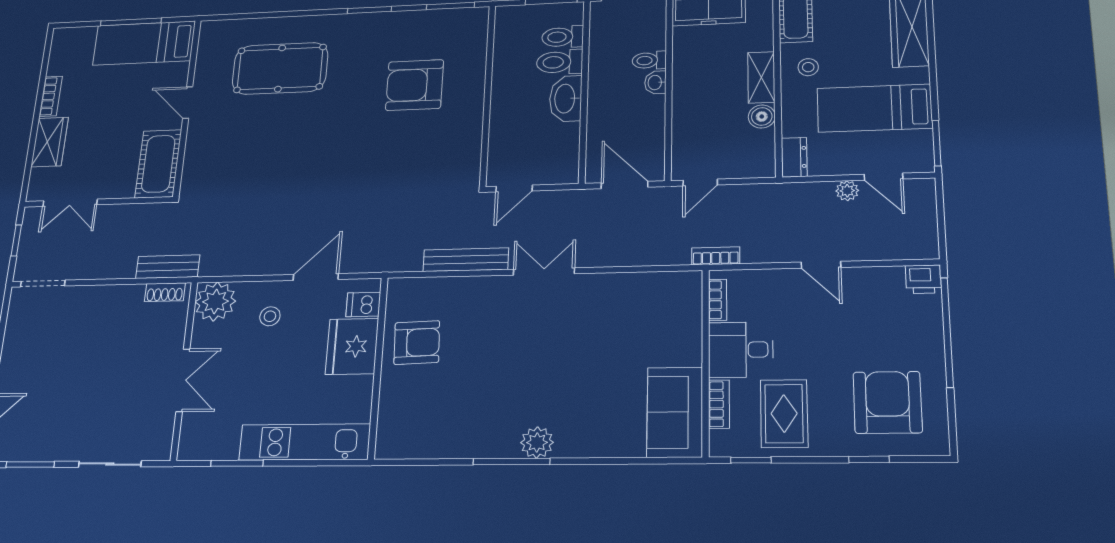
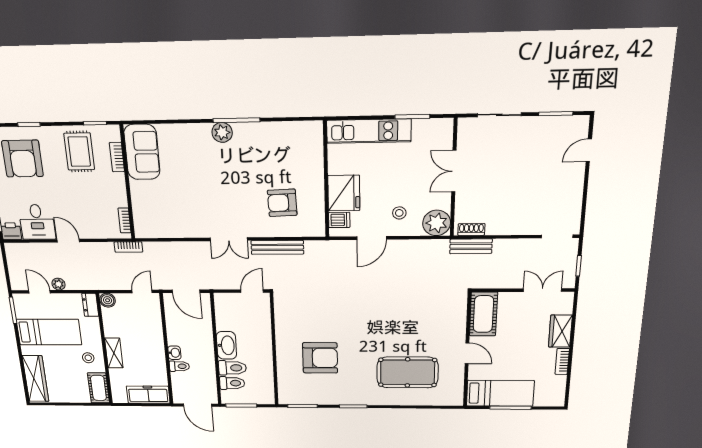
boiler: (762, 117) -> (108, 300), moved
armchair: (417, 343) -> (282, 203), moved
desk: (741, 350) -> (37, 222), moved, turned 90

